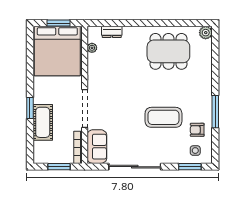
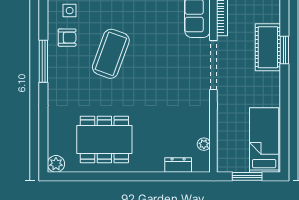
bed: (57, 51) -> (264, 140), width x0.49
window: (30, 108) -> (284, 50), moved
coffee table: (163, 117) -> (111, 54), turned -70

